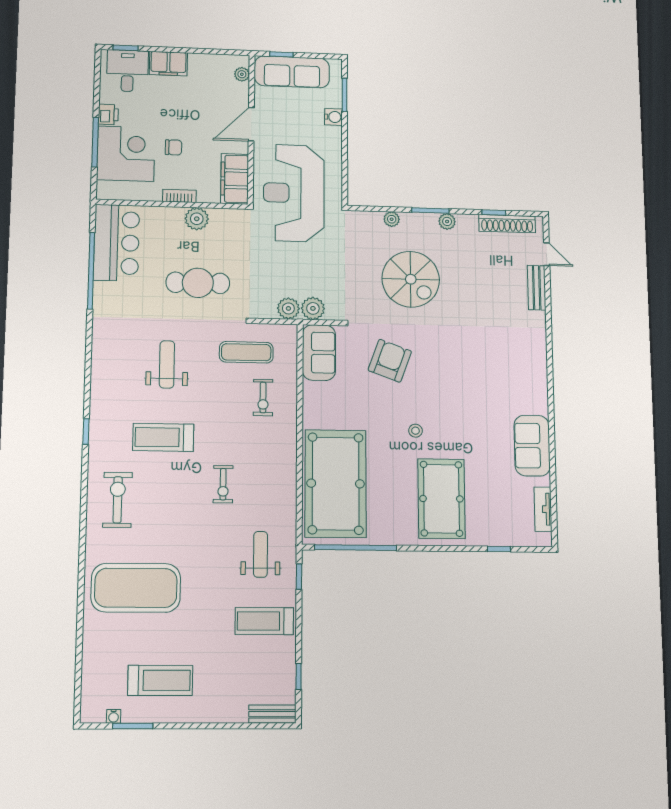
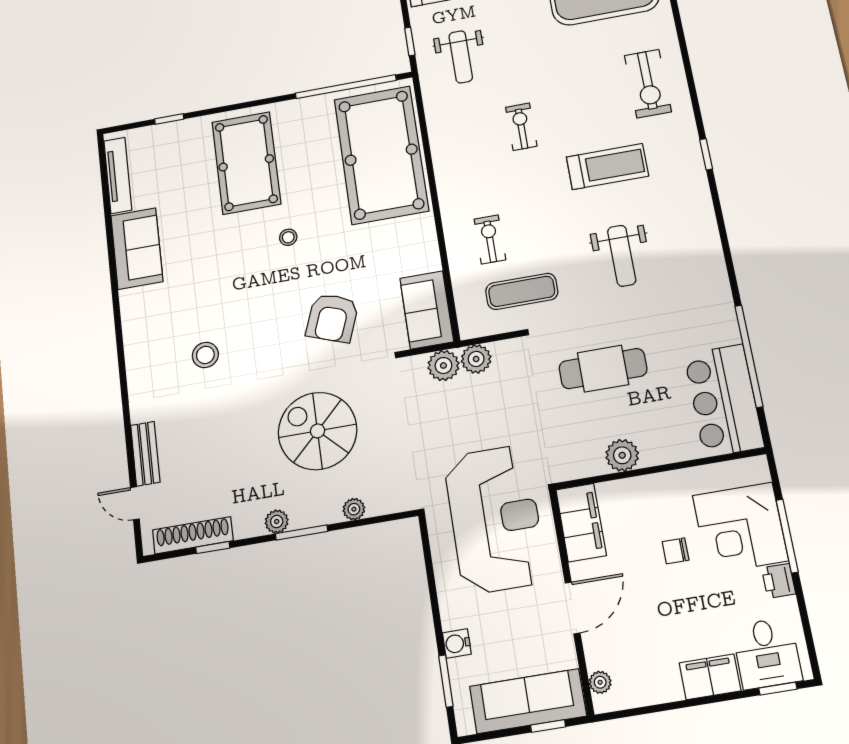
bookcase: (179, 196) -> (653, 483), removed
stool: (487, 352) -> (205, 355), added
tv unit: (543, 509) -> (118, 175), width x1.41

